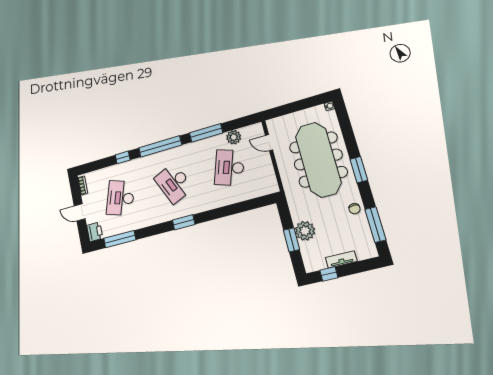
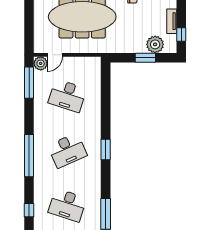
window: (206, 133) -> (29, 83), moved
plant: (234, 137) -> (41, 63), moved
window: (123, 157) -> (29, 210), moved
plant: (305, 231) -> (155, 44), moved

